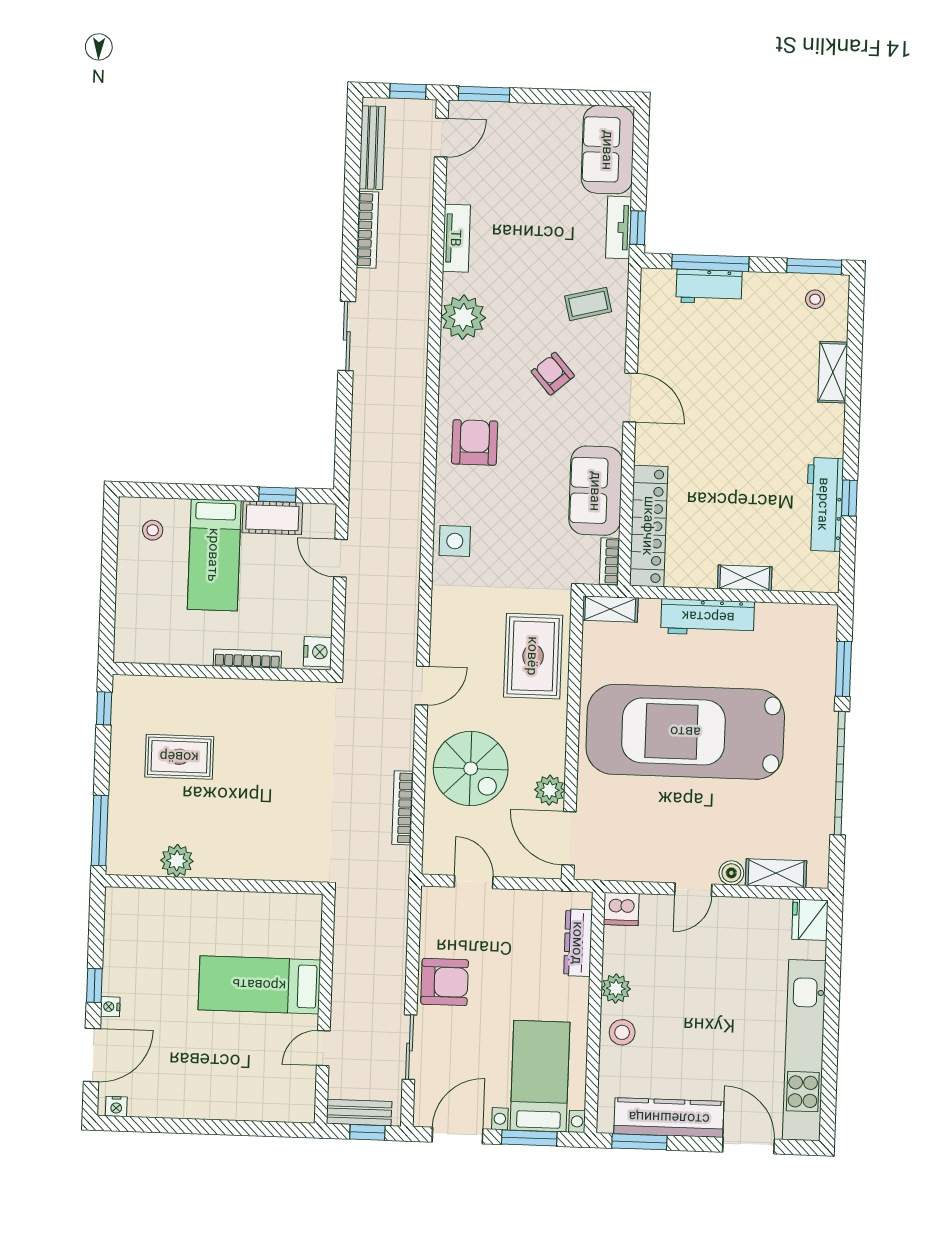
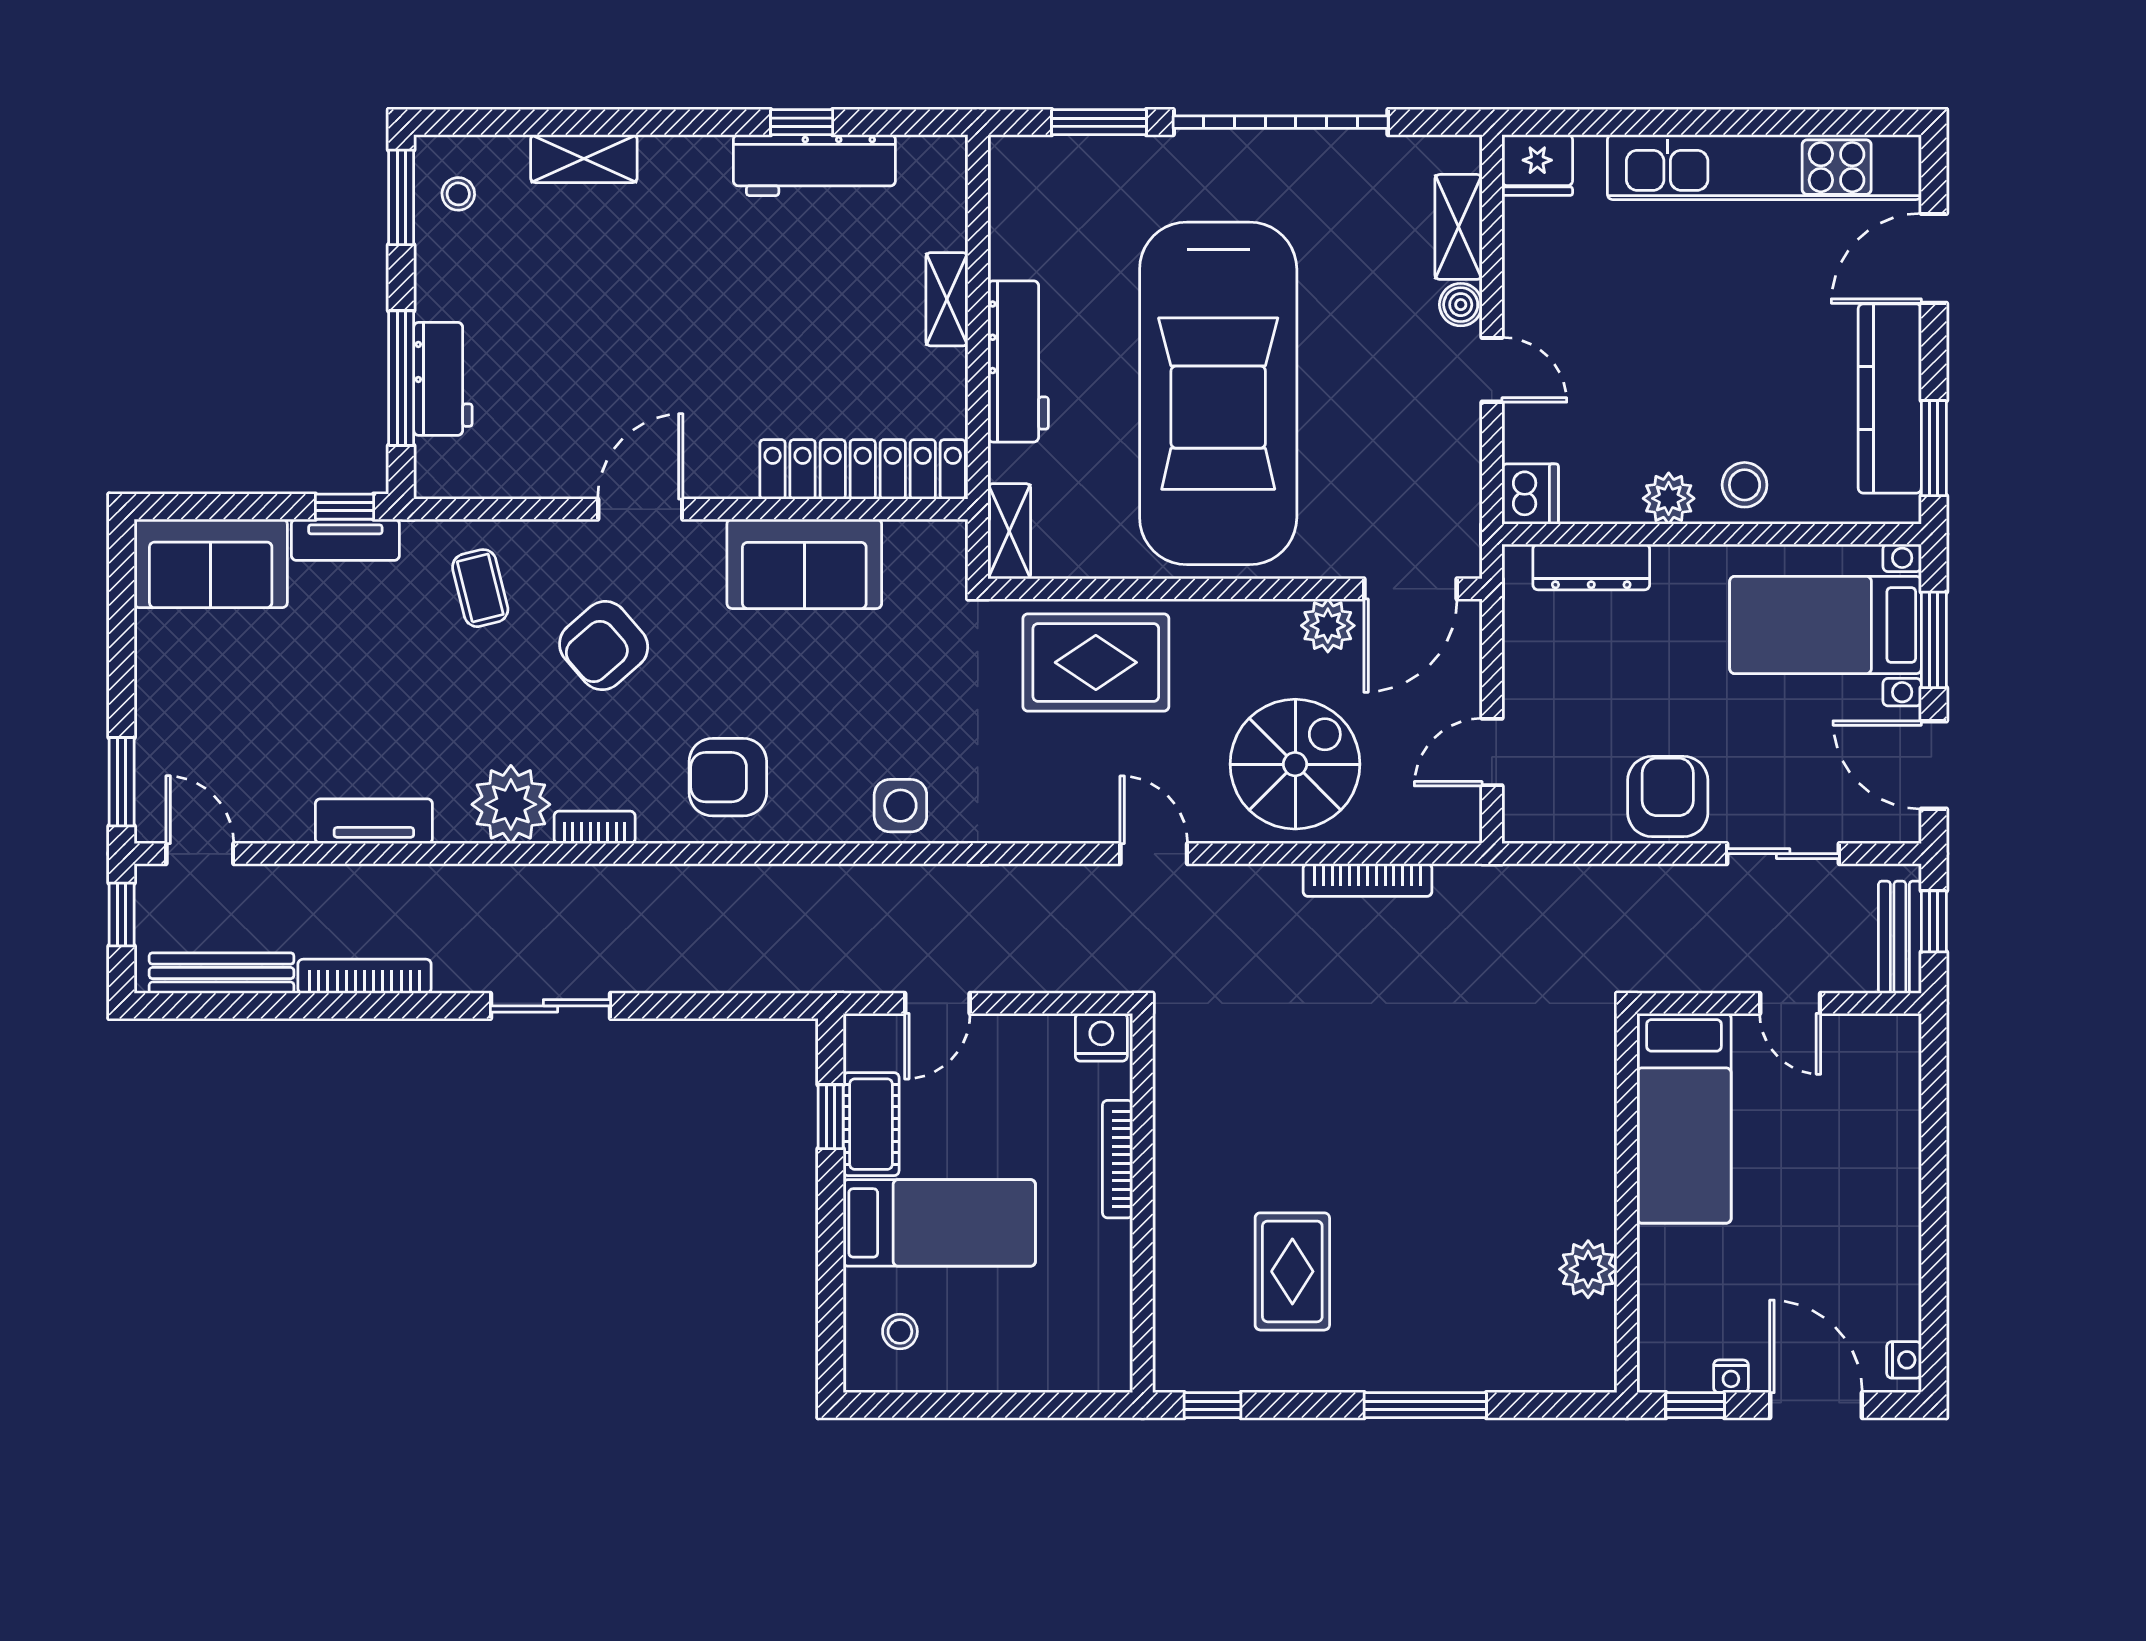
armchair: (553, 374) -> (604, 646), width x1.38, depth x1.38
bookcase: (610, 561) -> (595, 827), moved, turned 180
plant: (177, 861) -> (1588, 1269), moved
wall: (214, 884) -> (1627, 1203), moved

